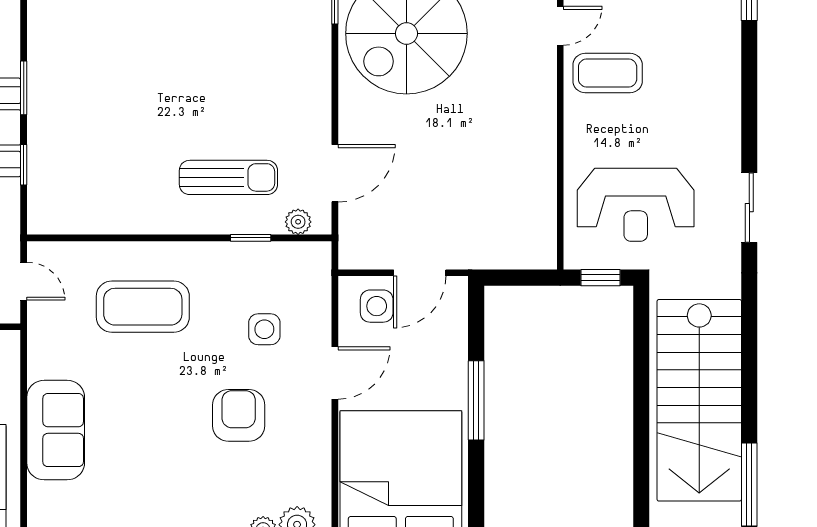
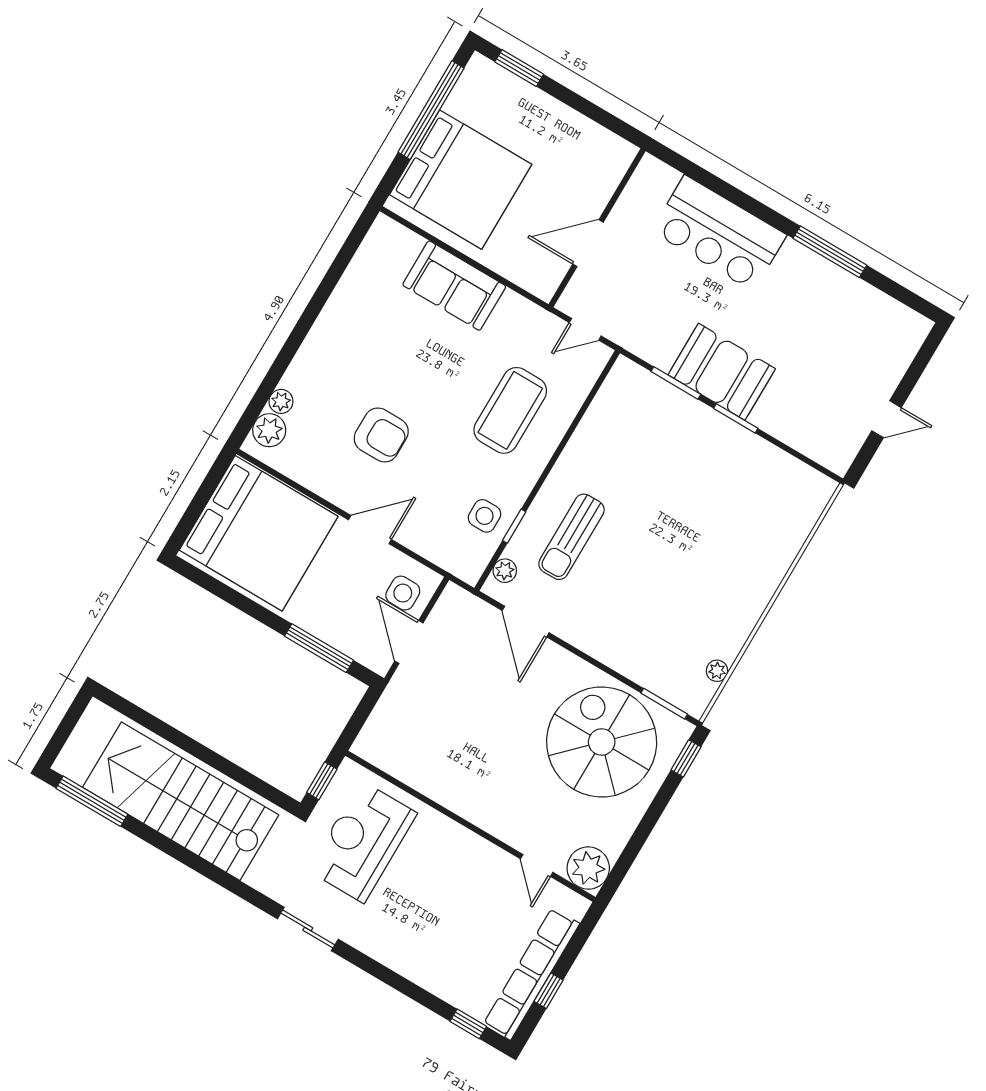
coffee table: (608, 73) -> (478, 881), removed
window: (24, 165) -> (676, 383), width x1.50
side table: (264, 329) -> (484, 516), moved
door: (335, 373) -> (370, 530), swing flipped
window: (476, 400) -> (319, 648), moved

